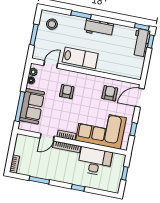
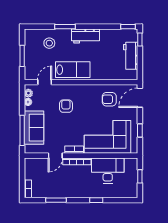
stool: (52, 24) -> (49, 43), moved
workbench: (141, 43) -> (131, 56), moved
armchair: (110, 93) -> (109, 99), turned -90

